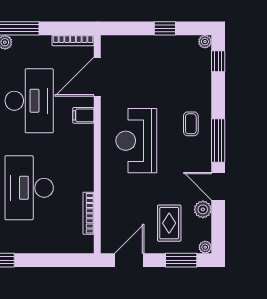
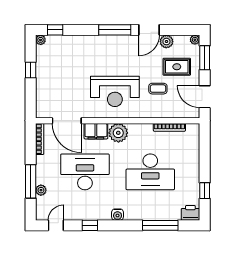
filing cabinet: (83, 115) -> (96, 131), width x2.00
coffee table: (191, 124) -> (158, 89), moved
plant: (81, 145) -> (118, 133), added

